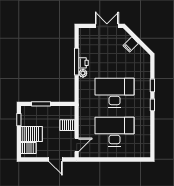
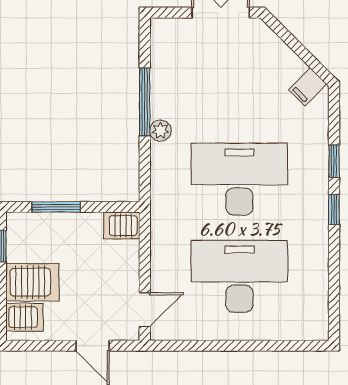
filing cabinet: (131, 44) -> (308, 87), moved
printer: (83, 63) -> (162, 105), removed
server rack: (67, 125) -> (122, 226), moved

